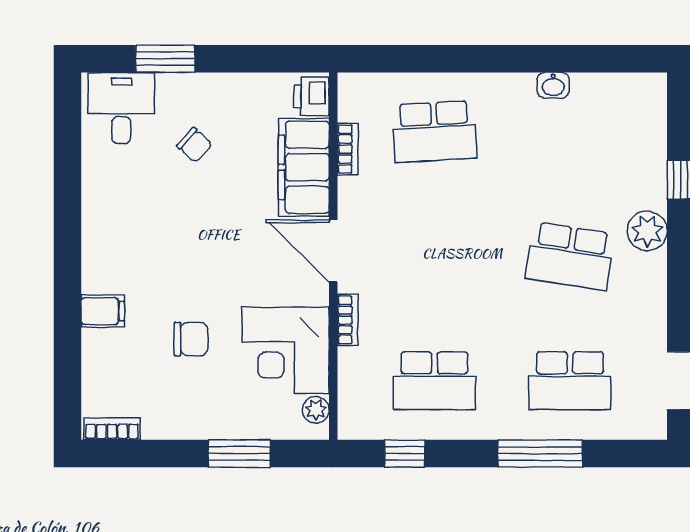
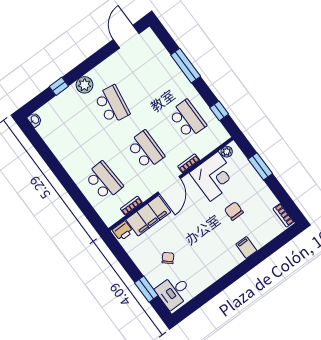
washbasin: (553, 85) -> (35, 120), moved
school desk: (570, 381) -> (146, 150), moved

